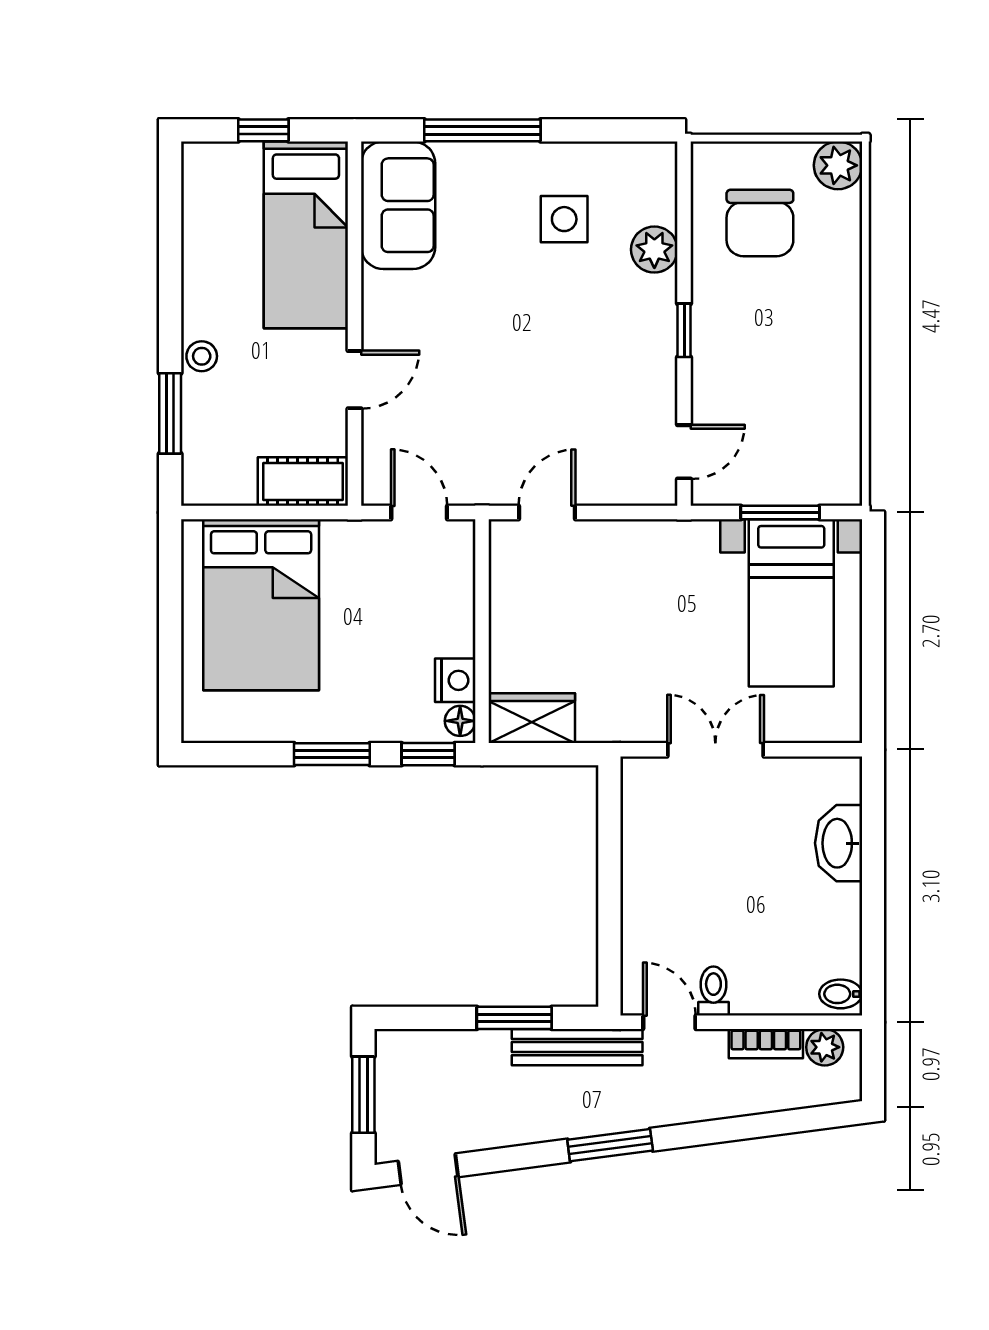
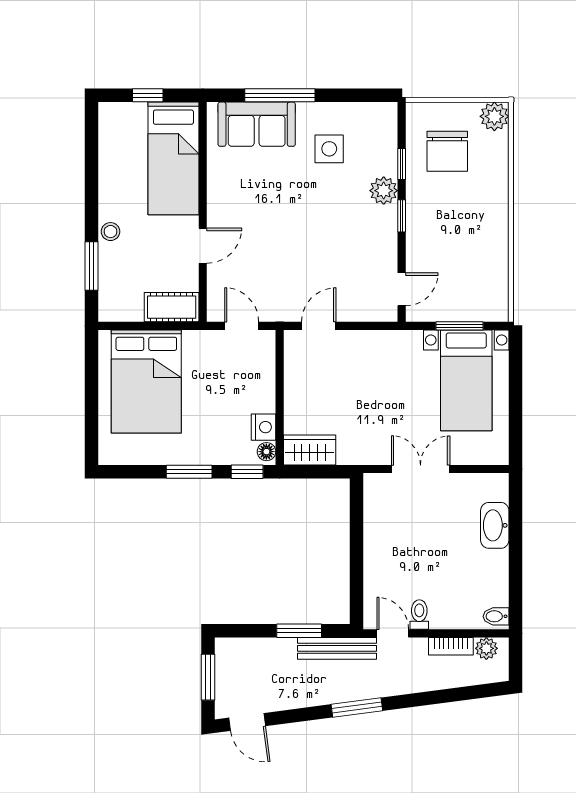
sofa: (398, 205) -> (257, 124), moved, turned 90
window: (684, 244) -> (402, 164), added
plant: (654, 250) -> (384, 191), moved

